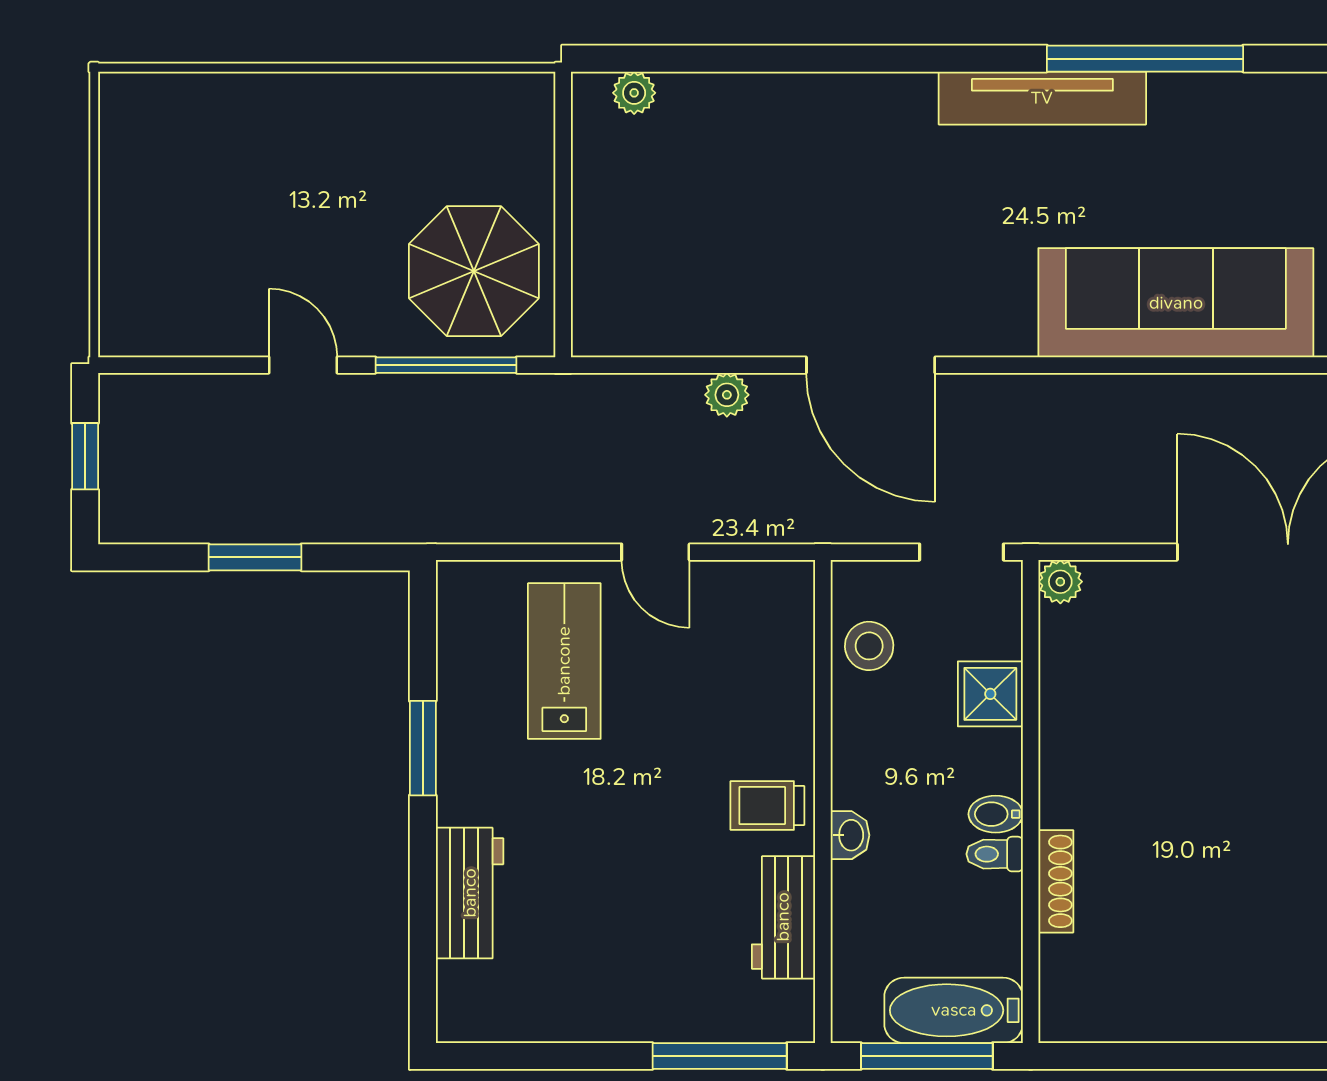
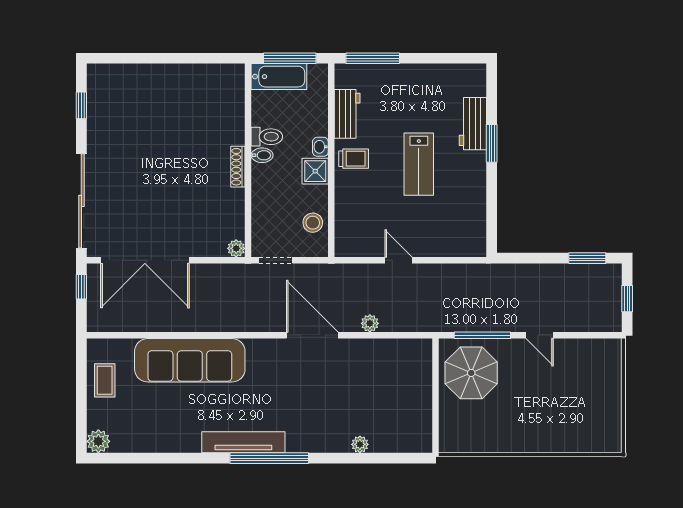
window: (1145, 59) -> (269, 458), moved
plant: (634, 93) -> (360, 444), moved
window: (255, 557) -> (587, 258), moved
lab bench: (564, 661) -> (419, 164), moved
shower: (990, 694) -> (315, 171), moved
window: (423, 748) -> (492, 143), moved
toilet: (995, 854) -> (267, 137), width x1.37, depth x1.39
shoe rack: (1056, 881) -> (238, 167), moved

